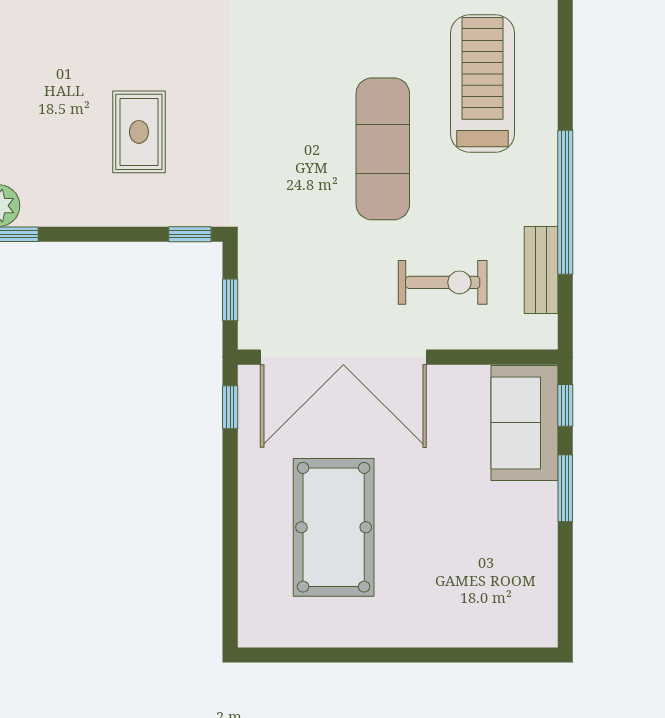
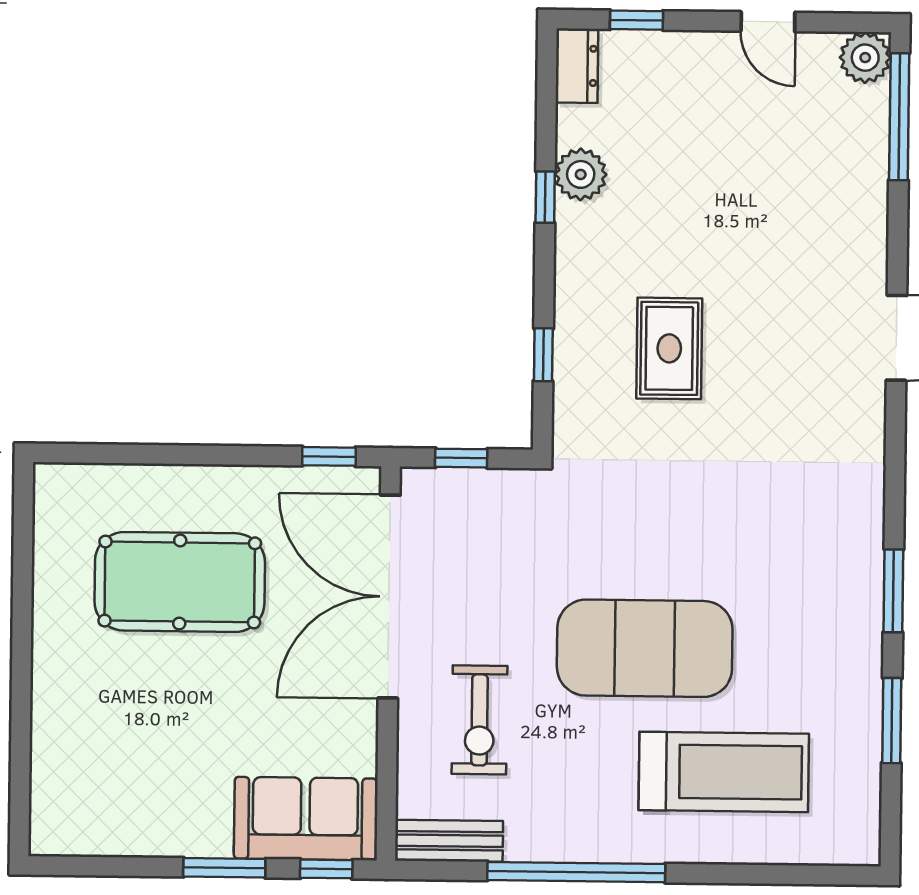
rug: (139, 132) -> (669, 348), turned 90
exercise mat: (383, 149) -> (645, 648), width x1.47
window: (190, 234) -> (543, 355), moved
bench: (541, 270) -> (449, 841), moved

